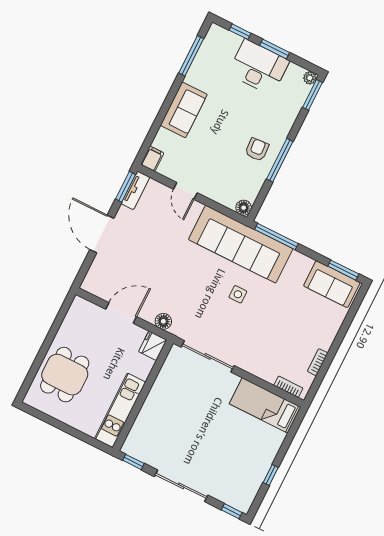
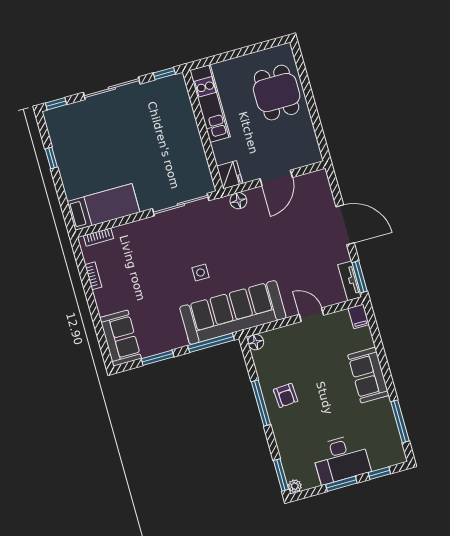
window: (343, 270) -> (158, 358), moved
sofa: (332, 284) -> (120, 338), moved, turned 90

